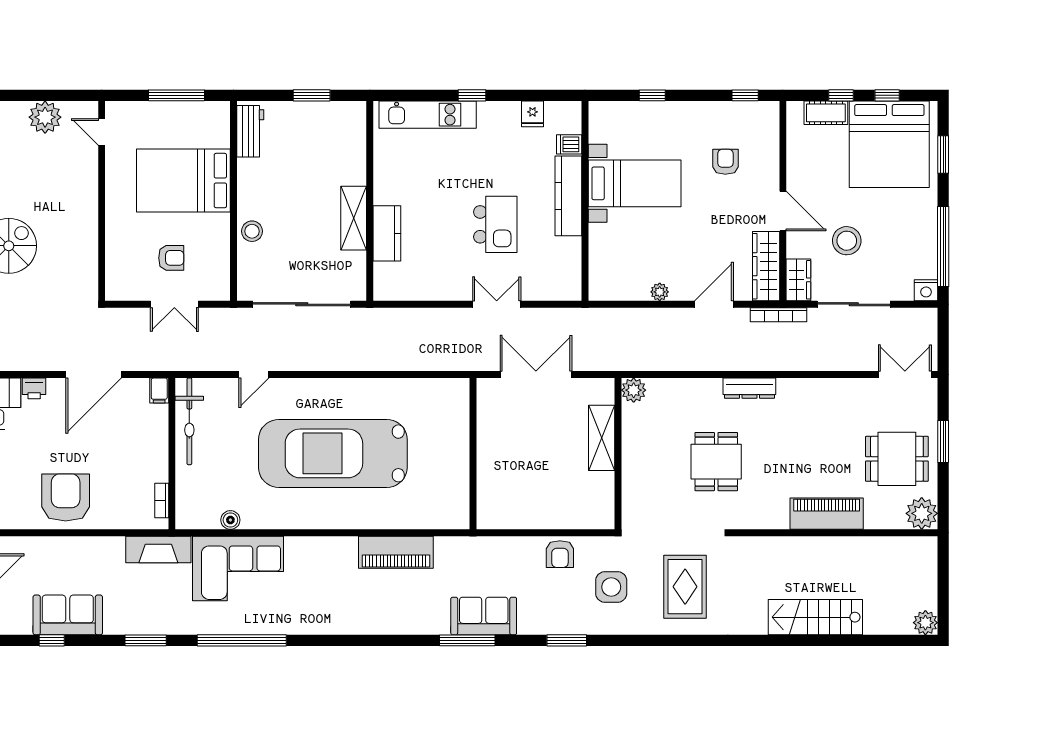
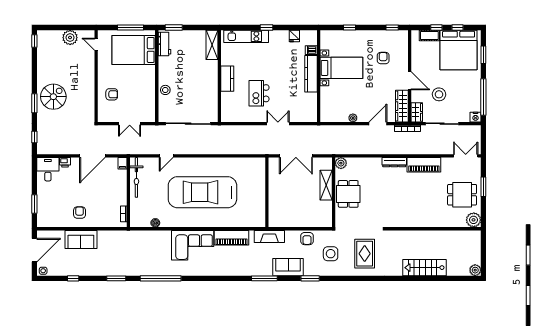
window: (312, 95) -> (174, 28), moved
bed: (183, 181) -> (134, 50), moved
shelving: (354, 218) -> (212, 45), moved
kitchen island: (495, 224) -> (259, 93), moved, turned 180
kitchen counter: (387, 233) -> (227, 79), moved
armchair: (171, 258) -> (112, 94), moved
double door: (536, 375) -> (296, 156), swing flipped
dining table: (716, 462) -> (348, 194), moved
armchair: (66, 497) -> (80, 213), width x0.53, depth x0.53
piano: (827, 514) -> (424, 165), moved, turned 180
fireplace: (158, 549) -> (269, 236), moved
corner sofa: (238, 568) -> (193, 245), moved
sofa: (68, 615) -> (81, 239), moved, turned 180
sofa: (484, 616) -> (288, 267), moved

